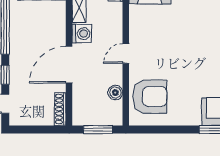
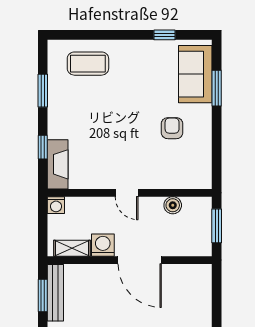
armchair: (150, 97) -> (172, 128), moved, width x0.53, depth x0.53
shoe rack: (60, 109) -> (192, 270), removed

